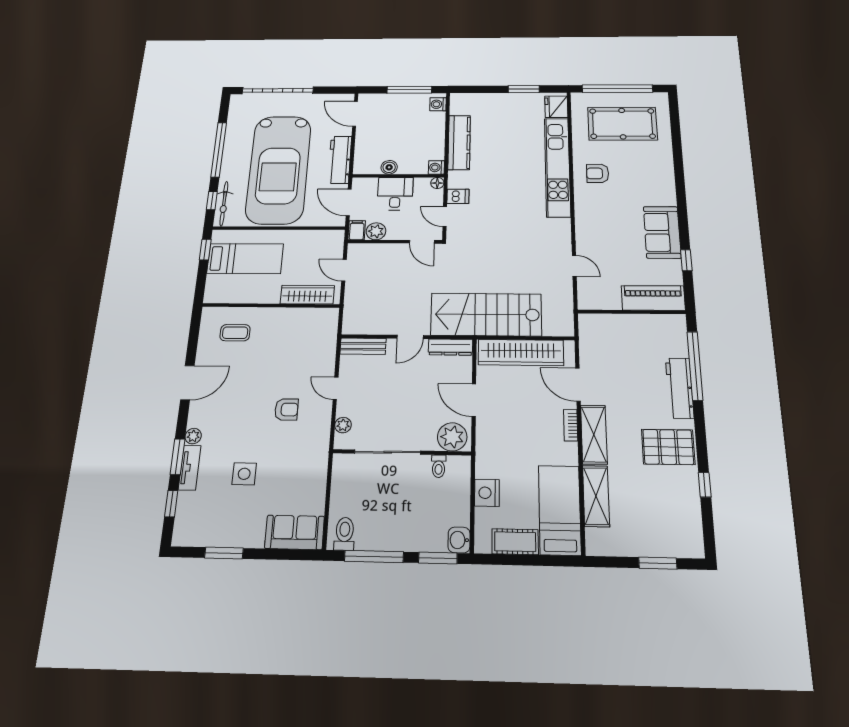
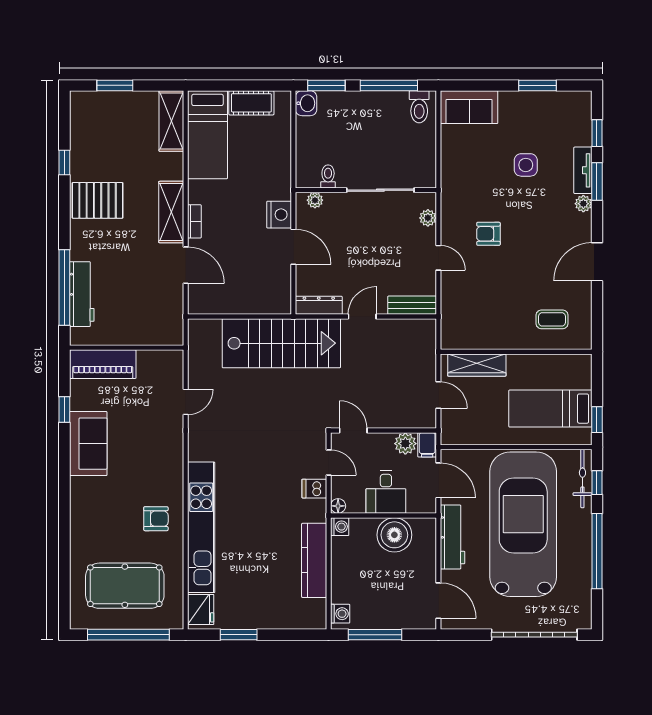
boiler: (389, 167) -> (394, 535), width x1.86, depth x1.86
door: (574, 266) -> (186, 402), swing flipped
wardrobe: (521, 353) -> (244, 300), removed
workbench: (680, 388) -> (82, 294), moved
plant: (452, 437) -> (315, 200), width x0.53, depth x0.53
nightstand: (487, 493) -> (279, 215), moved
shelving: (596, 496) -> (171, 121), moved

